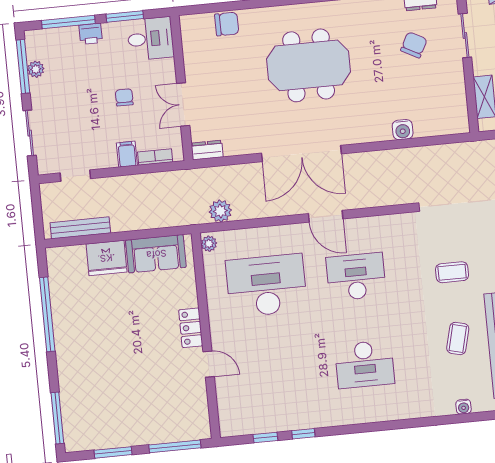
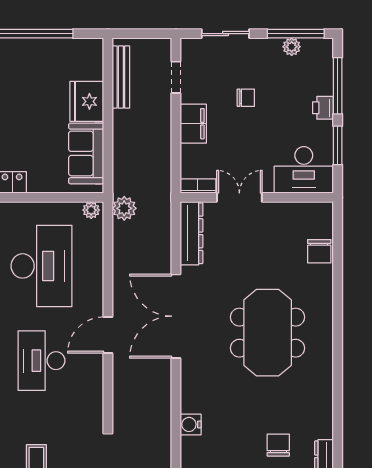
desk: (150, 39) -> (304, 170), width x1.37
chair: (414, 45) -> (278, 445), turned -118
chair: (124, 97) -> (246, 98), moved
dresser: (207, 150) -> (192, 233), width x1.96, depth x1.24
filing cabinet: (127, 154) -> (193, 124), width x2.00
bookcase: (155, 157) -> (198, 186), moved, turned -90
plant: (220, 211) -> (124, 208), moved
desk: (356, 277) -> (41, 361), turned 180

